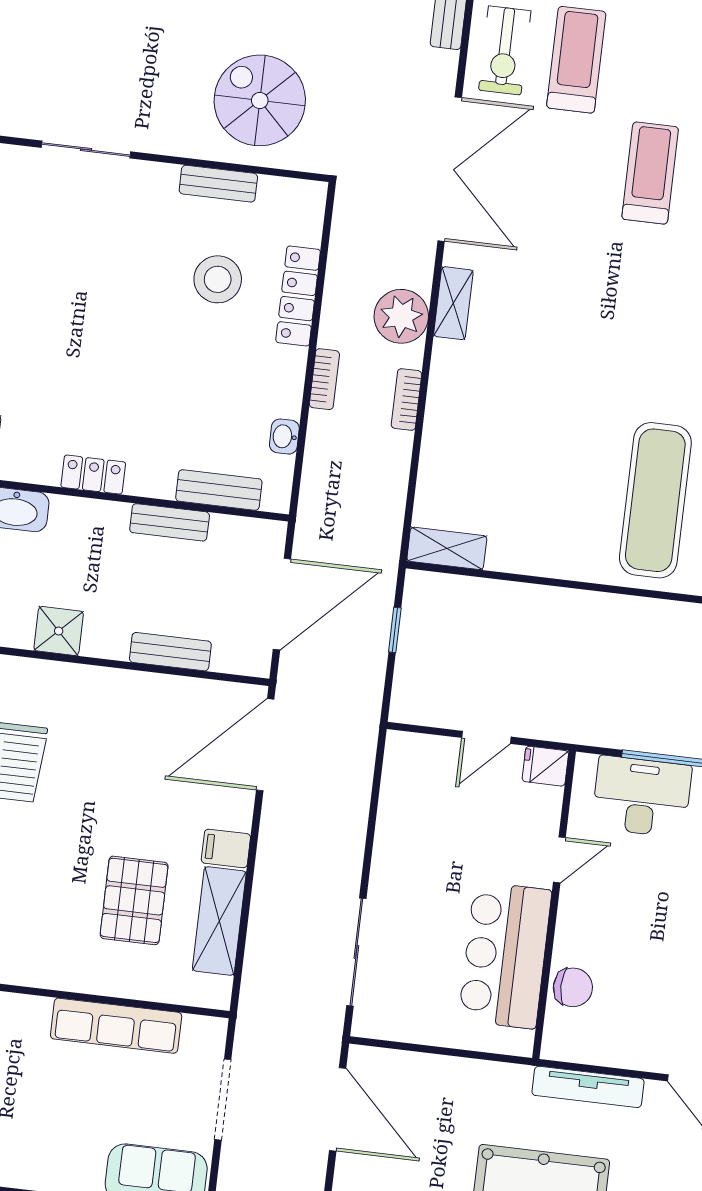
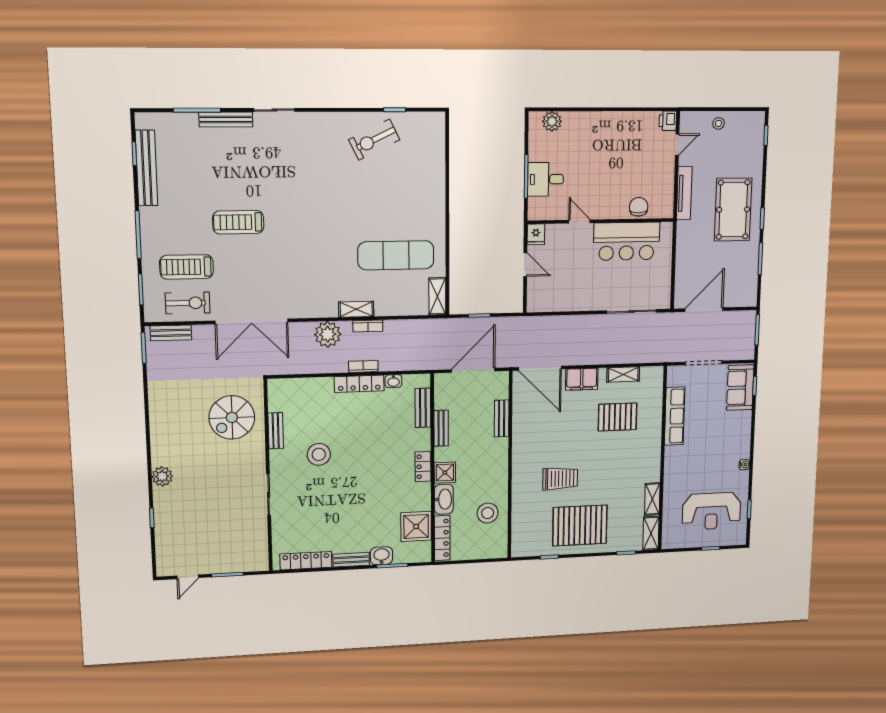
double door: (450, 169) -> (252, 321), swing flipped
stool: (218, 279) -> (319, 454), moved
locker: (298, 296) -> (359, 384), moved
shelving: (453, 303) -> (356, 309), moved
exercise mat: (655, 500) -> (396, 255), moved
door: (282, 604) -> (473, 370), hinge flipped
shower: (59, 631) -> (445, 473), moved
desk: (642, 797) -> (546, 179), width x0.73
filing cabinet: (226, 848) -> (582, 379), width x2.00
shelving: (219, 921) -> (623, 374), width x0.67, depth x0.75

